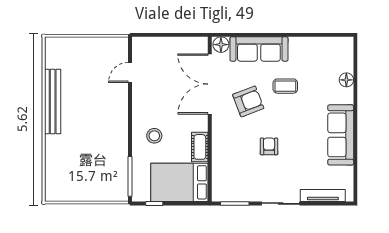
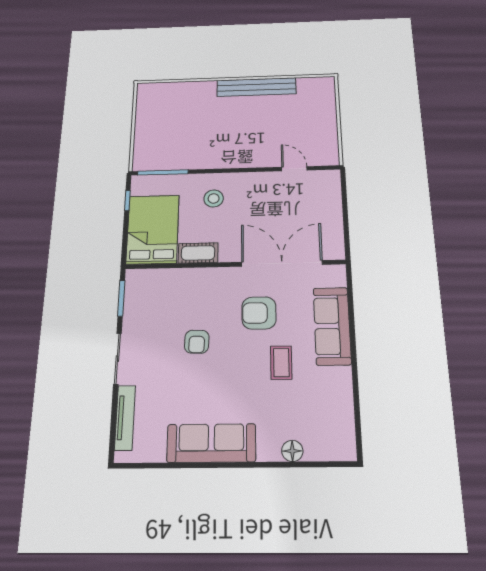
floor lamp: (221, 45) -> (336, 276), removed
armchair: (248, 101) -> (259, 313), turned 111
armchair: (269, 146) -> (197, 342), turned 92

